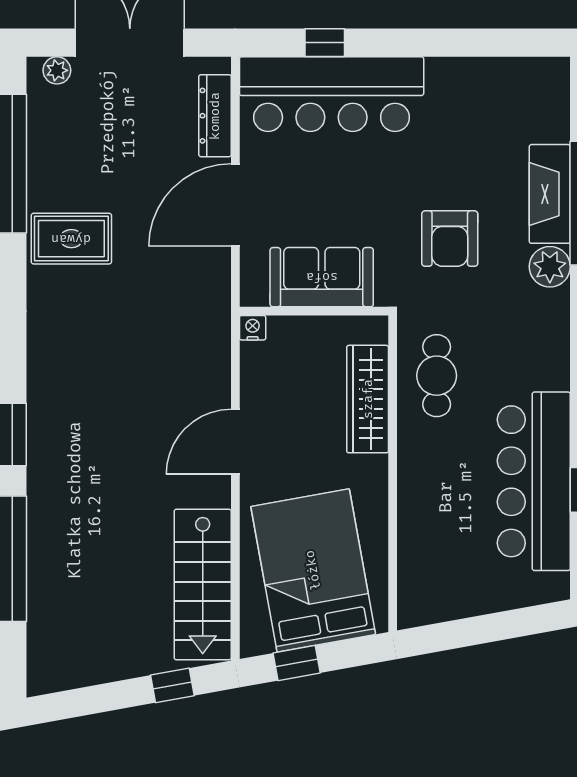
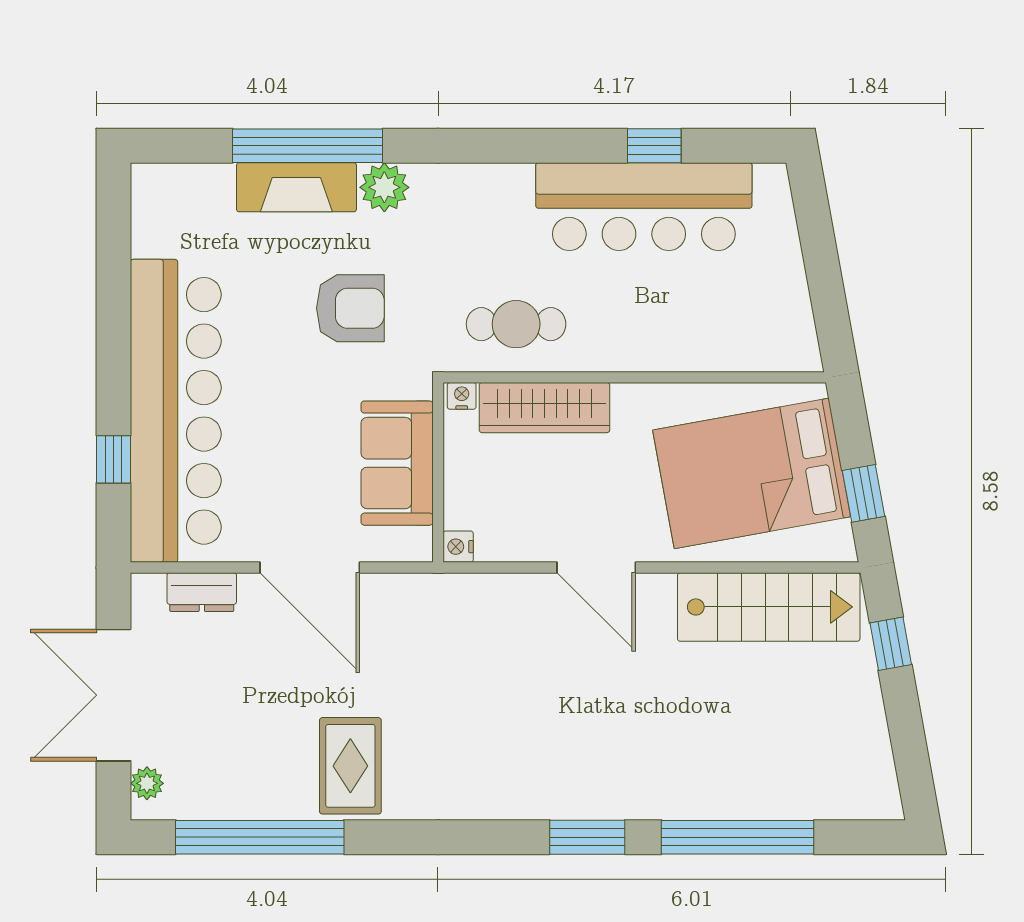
bar counter: (332, 94) -> (176, 411), width x1.36
dresser: (215, 116) -> (202, 592), width x0.70
nightstand: (377, 331) -> (462, 396), added

